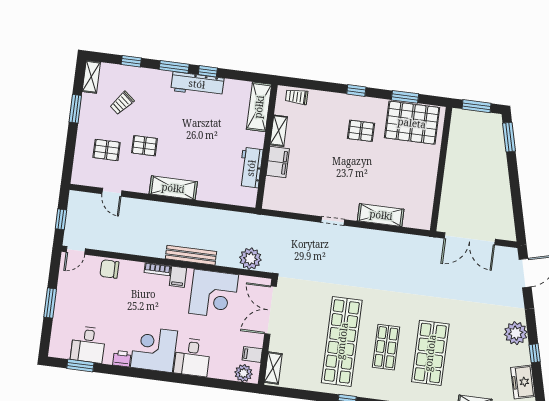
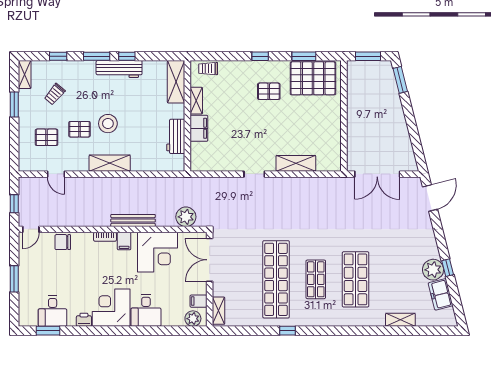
stool: (177, 143) -> (108, 124), added
plant: (516, 333) -> (433, 270), moved

